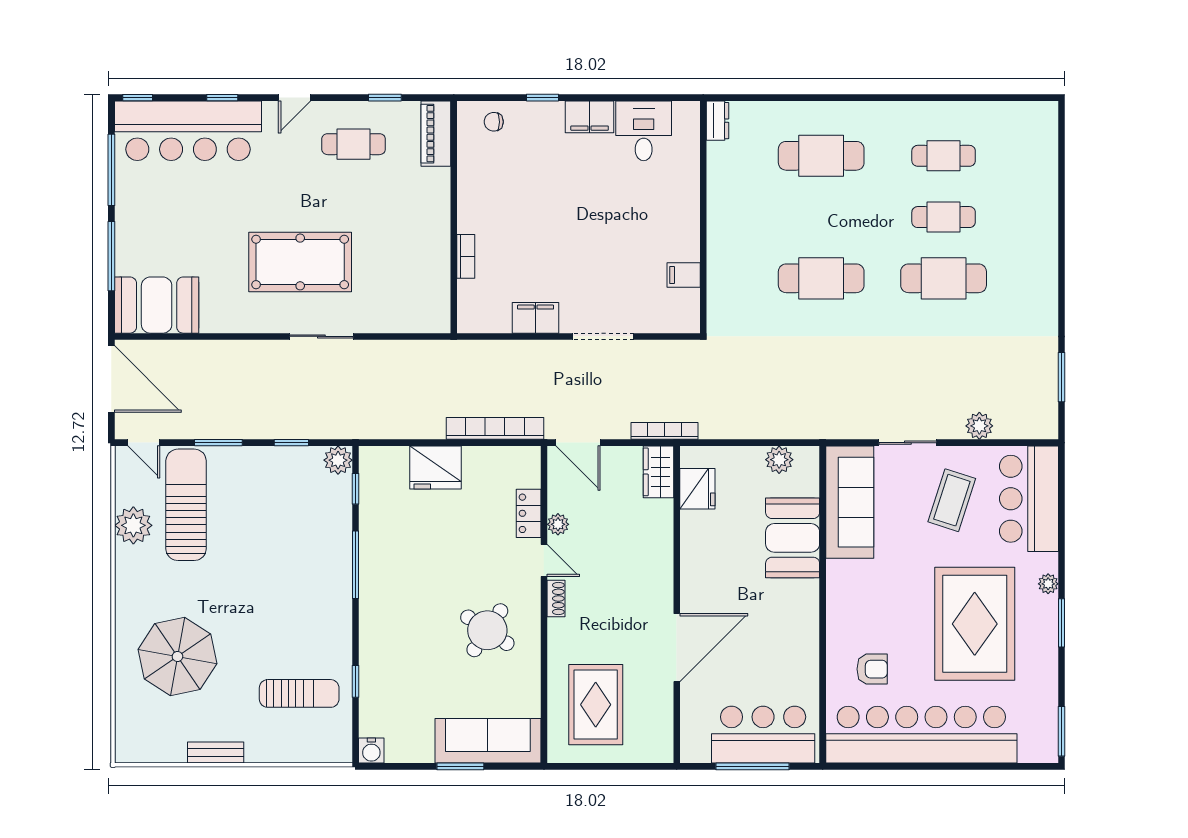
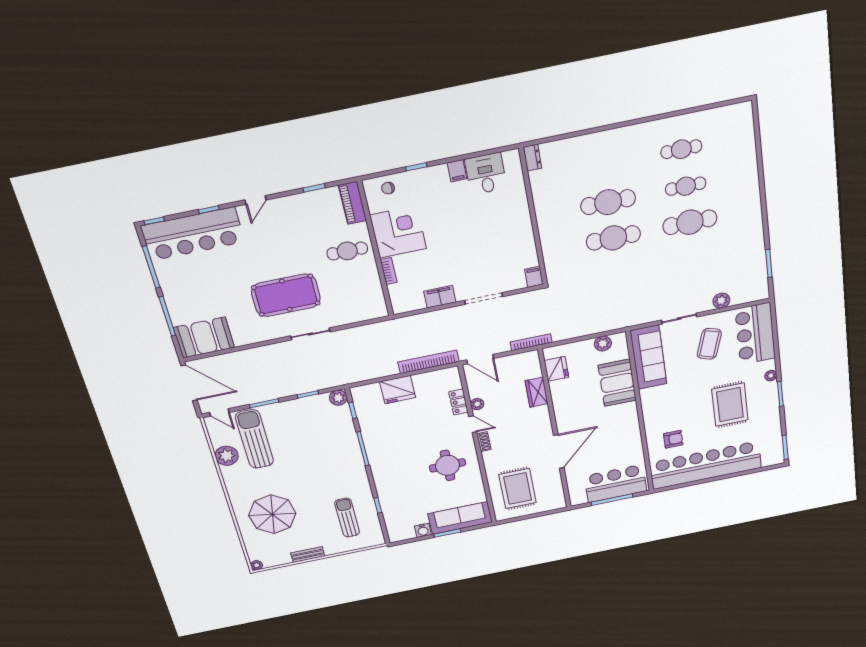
filing cabinet: (590, 117) -> (457, 171), width x0.50
cafe table: (354, 144) -> (347, 251), moved
cafe table: (821, 156) -> (608, 202), moved
corner desk: (494, 195) -> (398, 232), added
filing cabinet: (684, 275) -> (534, 277), moved, turned 90
wardrobe: (658, 472) -> (537, 392), moved
rug: (975, 624) -> (730, 405), width x0.73, depth x0.69
round table: (487, 630) -> (448, 465), turned -34
sun lounger: (299, 693) -> (347, 518), turned -90
water cooler: (371, 751) -> (423, 530), moved
plant: (125, 753) -> (257, 565), added

